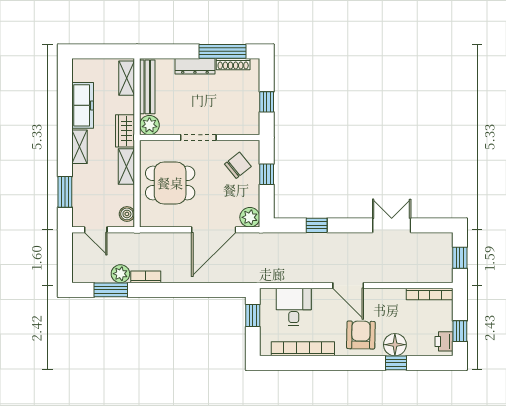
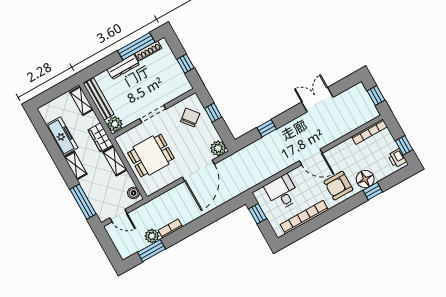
window: (65, 192) -> (83, 202), width x1.44
armchair: (361, 335) -> (338, 186), turned -91

